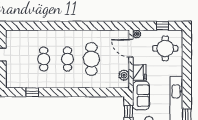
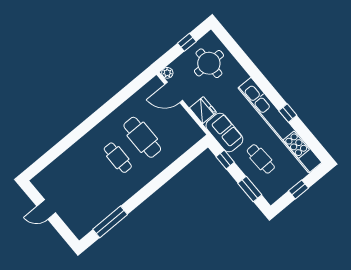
cafe table: (44, 59) -> (93, 178), removed
plant: (124, 75) -> (190, 126), removed
window: (32, 92) -> (110, 222), width x2.17

